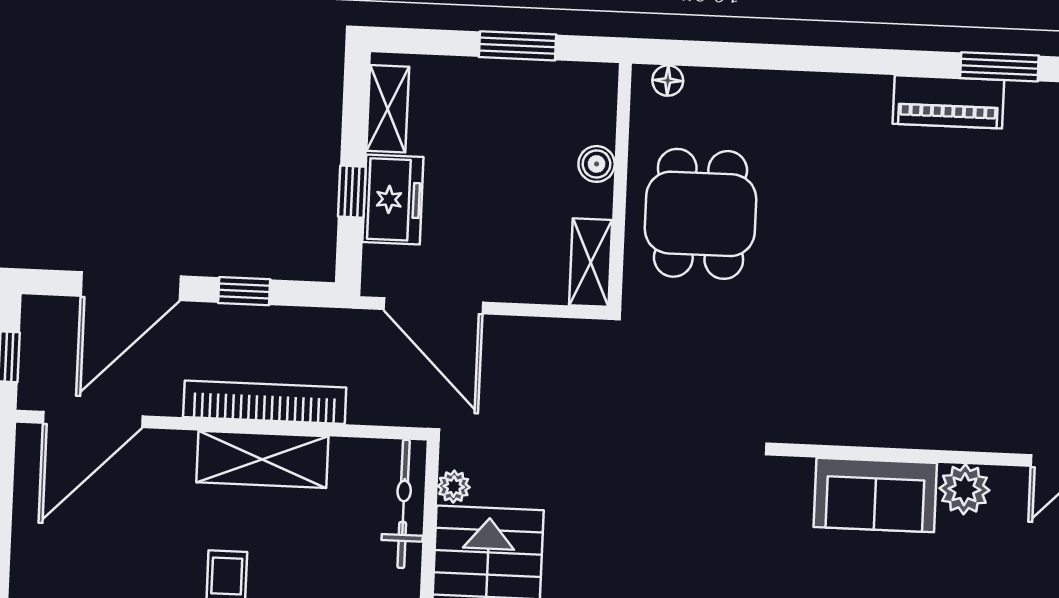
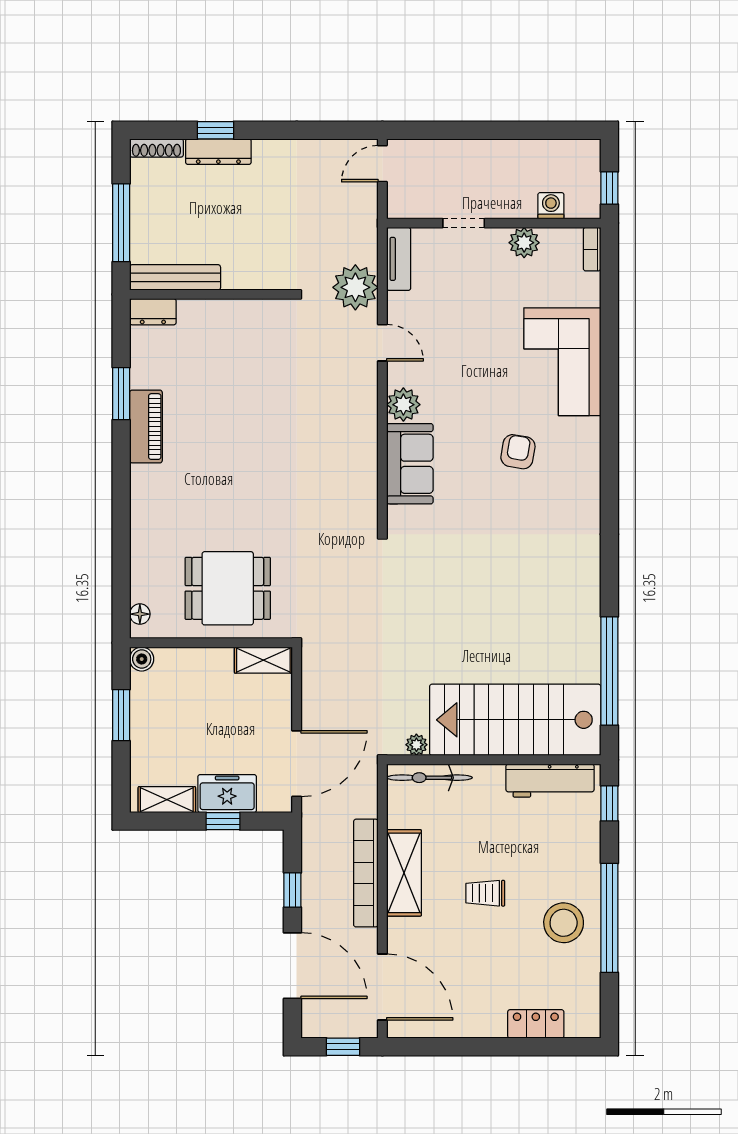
boiler: (597, 164) -> (142, 659), moved

